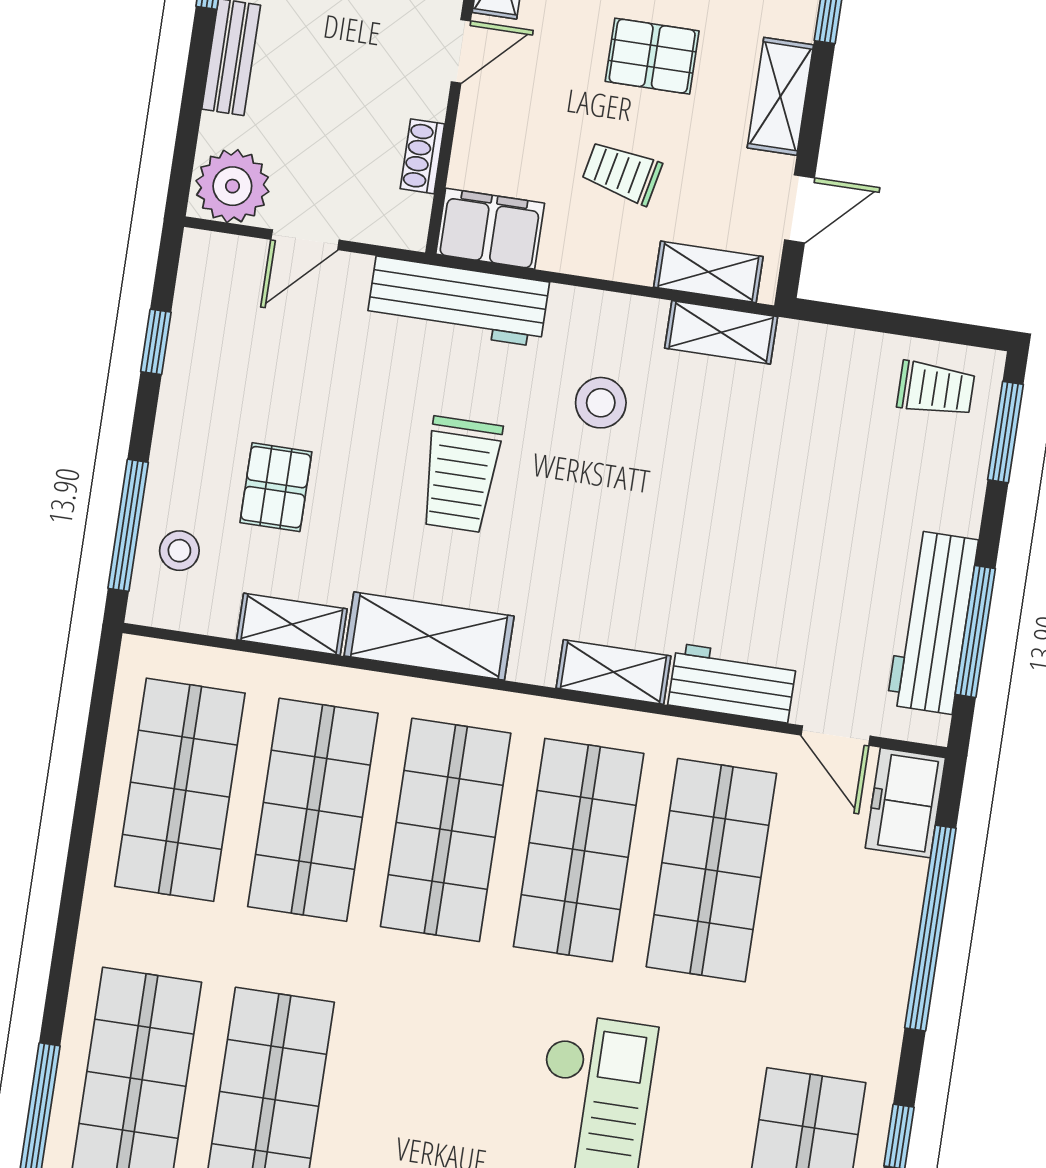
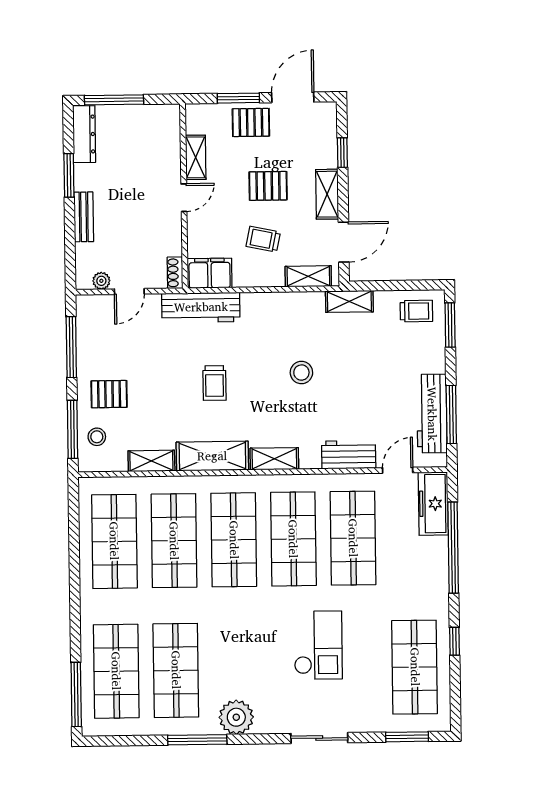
shoe rack: (422, 156) -> (175, 273), moved
plant: (232, 186) -> (101, 281), width x0.53, depth x0.53
door: (799, 209) -> (344, 242), width x1.38
shelving: (721, 332) -> (349, 301), moved
window: (156, 342) -> (71, 347), width x2.17
stool: (601, 403) -> (301, 373), moved
trolley: (461, 474) -> (214, 383), width x0.73, depth x0.72
pallet: (276, 487) -> (109, 394), moved, turned 90
shelving: (614, 672) -> (274, 459), moved
door: (836, 736) -> (398, 470), swing flipped
freezer: (905, 803) -> (433, 504), width x1.40

